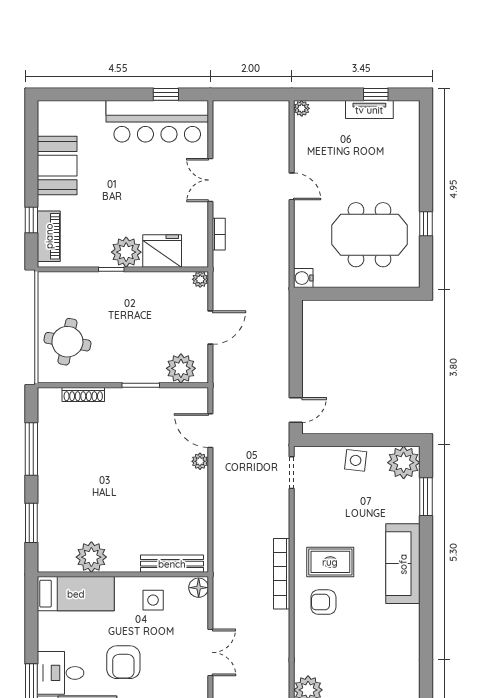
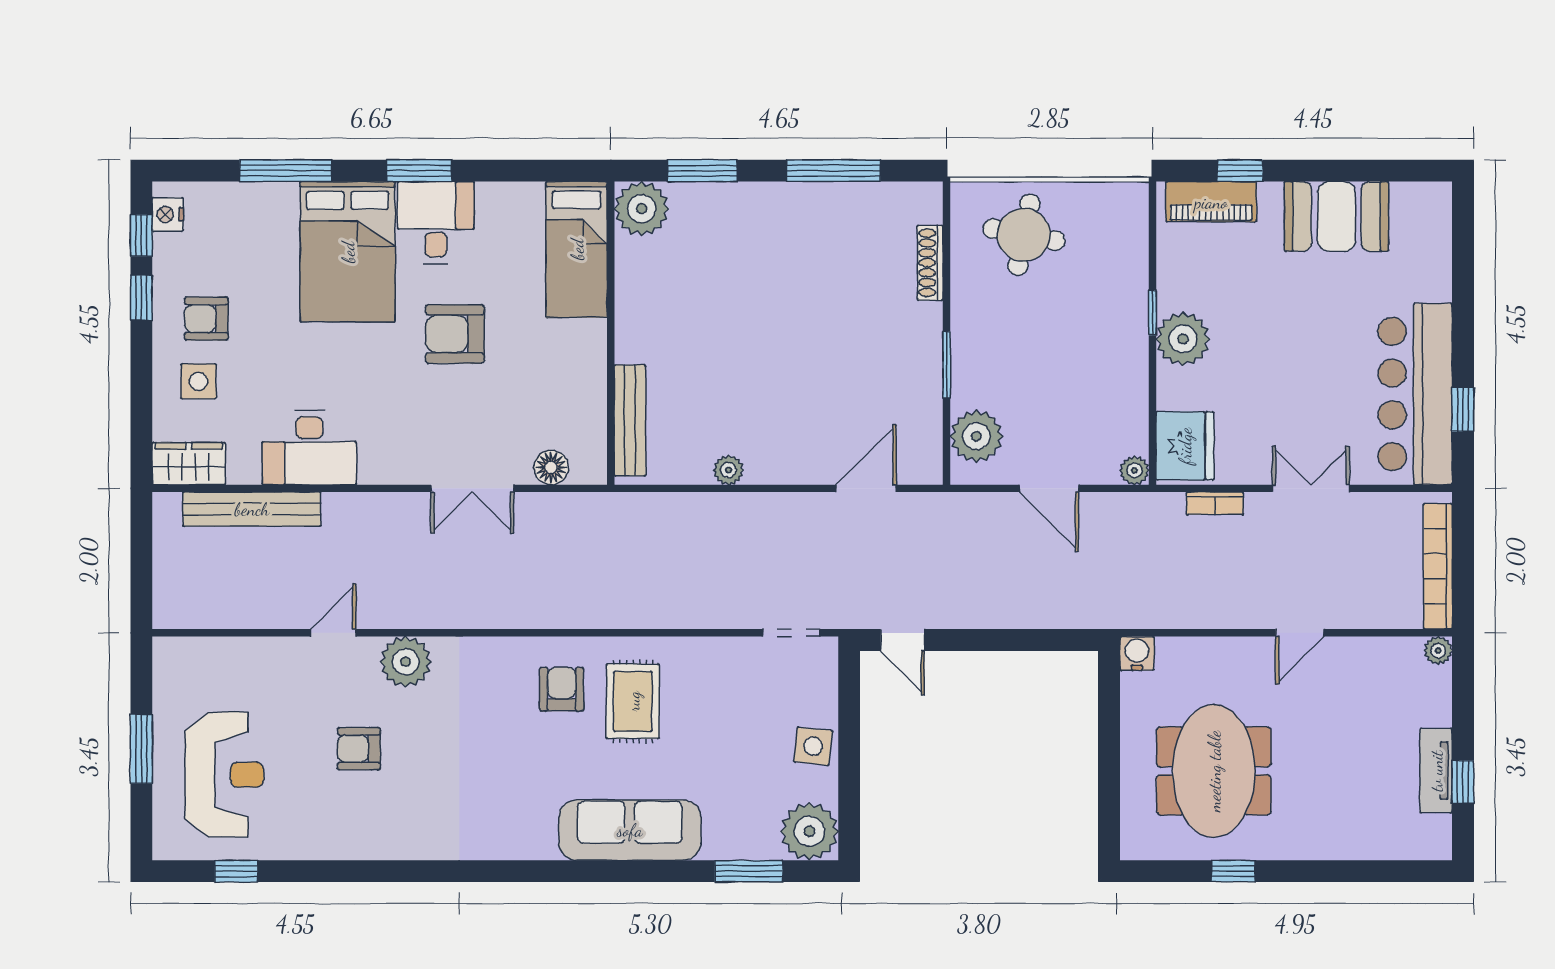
fridge: (162, 251) -> (1185, 446), moved
plant: (200, 461) -> (728, 470), moved
plant: (91, 557) -> (642, 209), moved
bookcase: (282, 574) -> (1438, 566), moved, turned -90
floor lamp: (199, 588) -> (551, 467), moved
side table: (153, 600) -> (565, 387), removed

